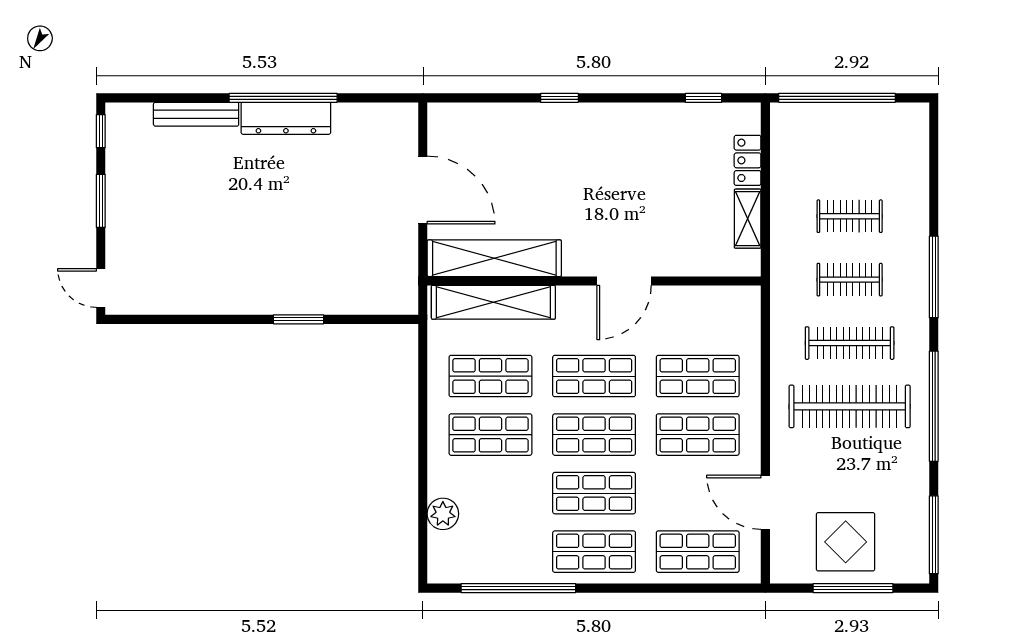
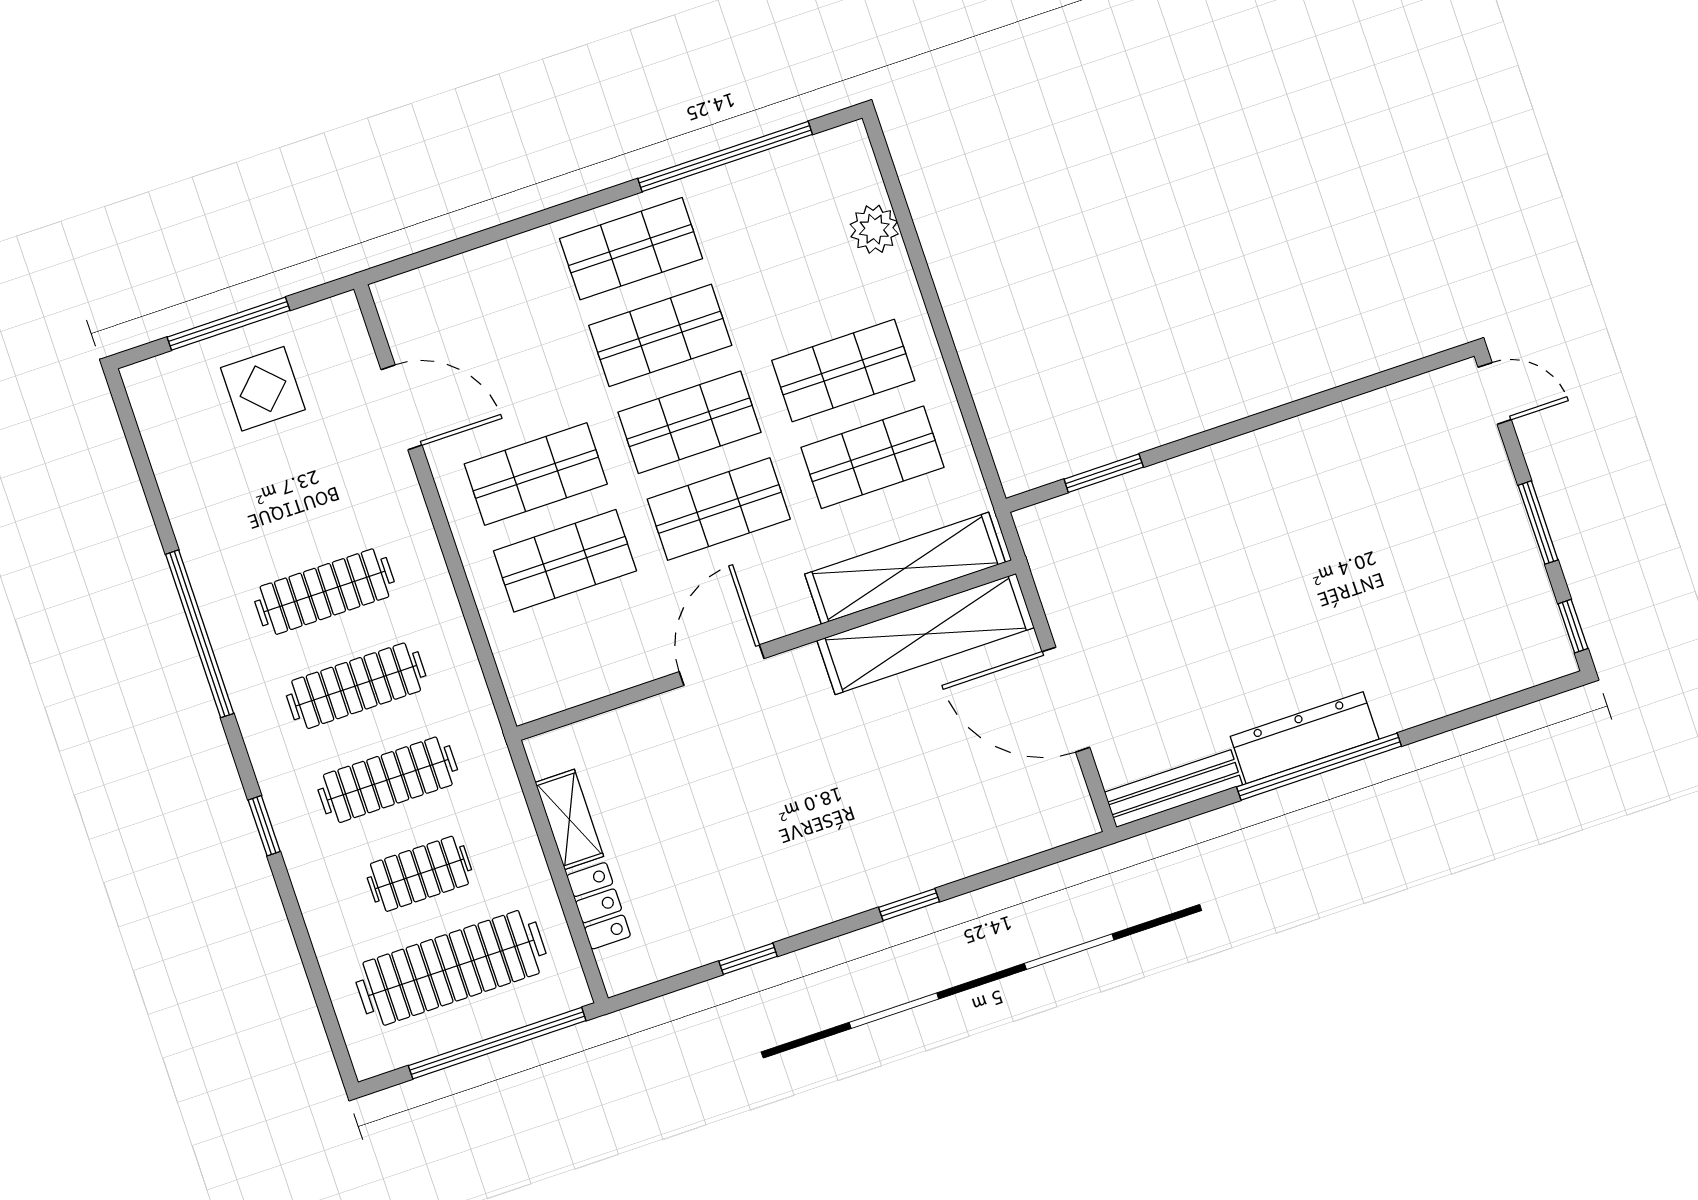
window: (704, 98) -> (748, 959), moved
bench: (196, 114) -> (1173, 789), moved
clothes rail: (850, 153) -> (451, 968), added
window: (934, 277) -> (264, 826), width x0.46
clothes rail: (850, 280) -> (388, 780), width x1.36
window: (299, 319) -> (1104, 473), moved
clothes rail: (850, 406) -> (324, 592), width x0.73, depth x0.76
window: (934, 535) -> (135, 443), removed
display table: (846, 542) -> (263, 389), width x0.73, depth x0.73
shop shelf: (698, 552) -> (477, 300), removed

